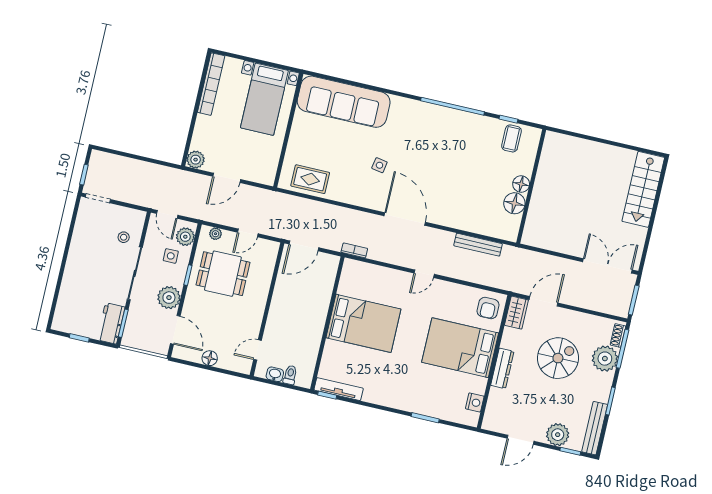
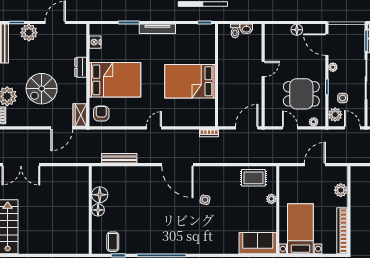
sofa: (344, 102) -> (258, 243), width x0.54, depth x0.79
plant: (293, 147) -> (271, 199), added
plant: (196, 160) -> (341, 190), moved
door: (248, 233) -> (290, 128), hinge flipped
plant: (169, 298) -> (333, 67), width x0.53, depth x0.53
door: (258, 350) -> (263, 69), moved
dresser: (502, 368) -> (81, 67), width x0.70
tv unit: (339, 389) -> (157, 29), moved

